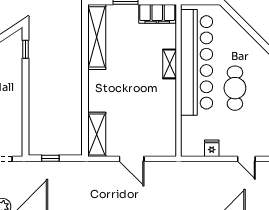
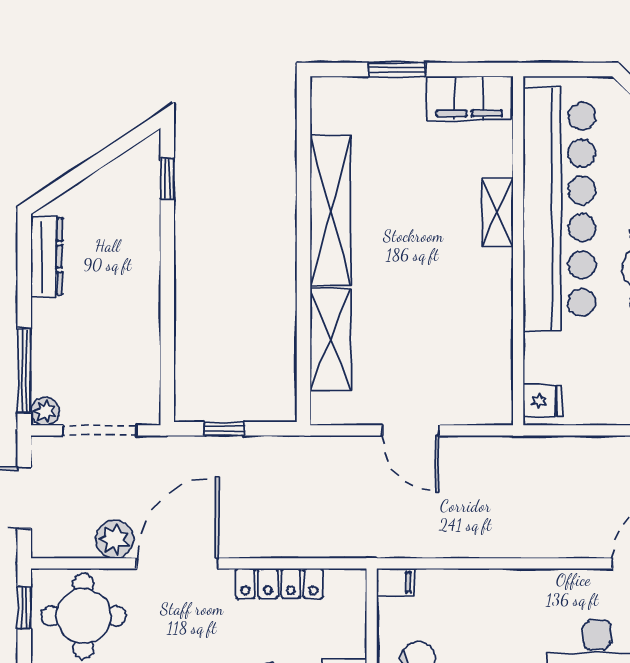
shelving: (97, 37) -> (331, 211), moved
shelving: (97, 134) -> (331, 339), moved
fridge: (212, 148) -> (542, 401), moved, turned 90

